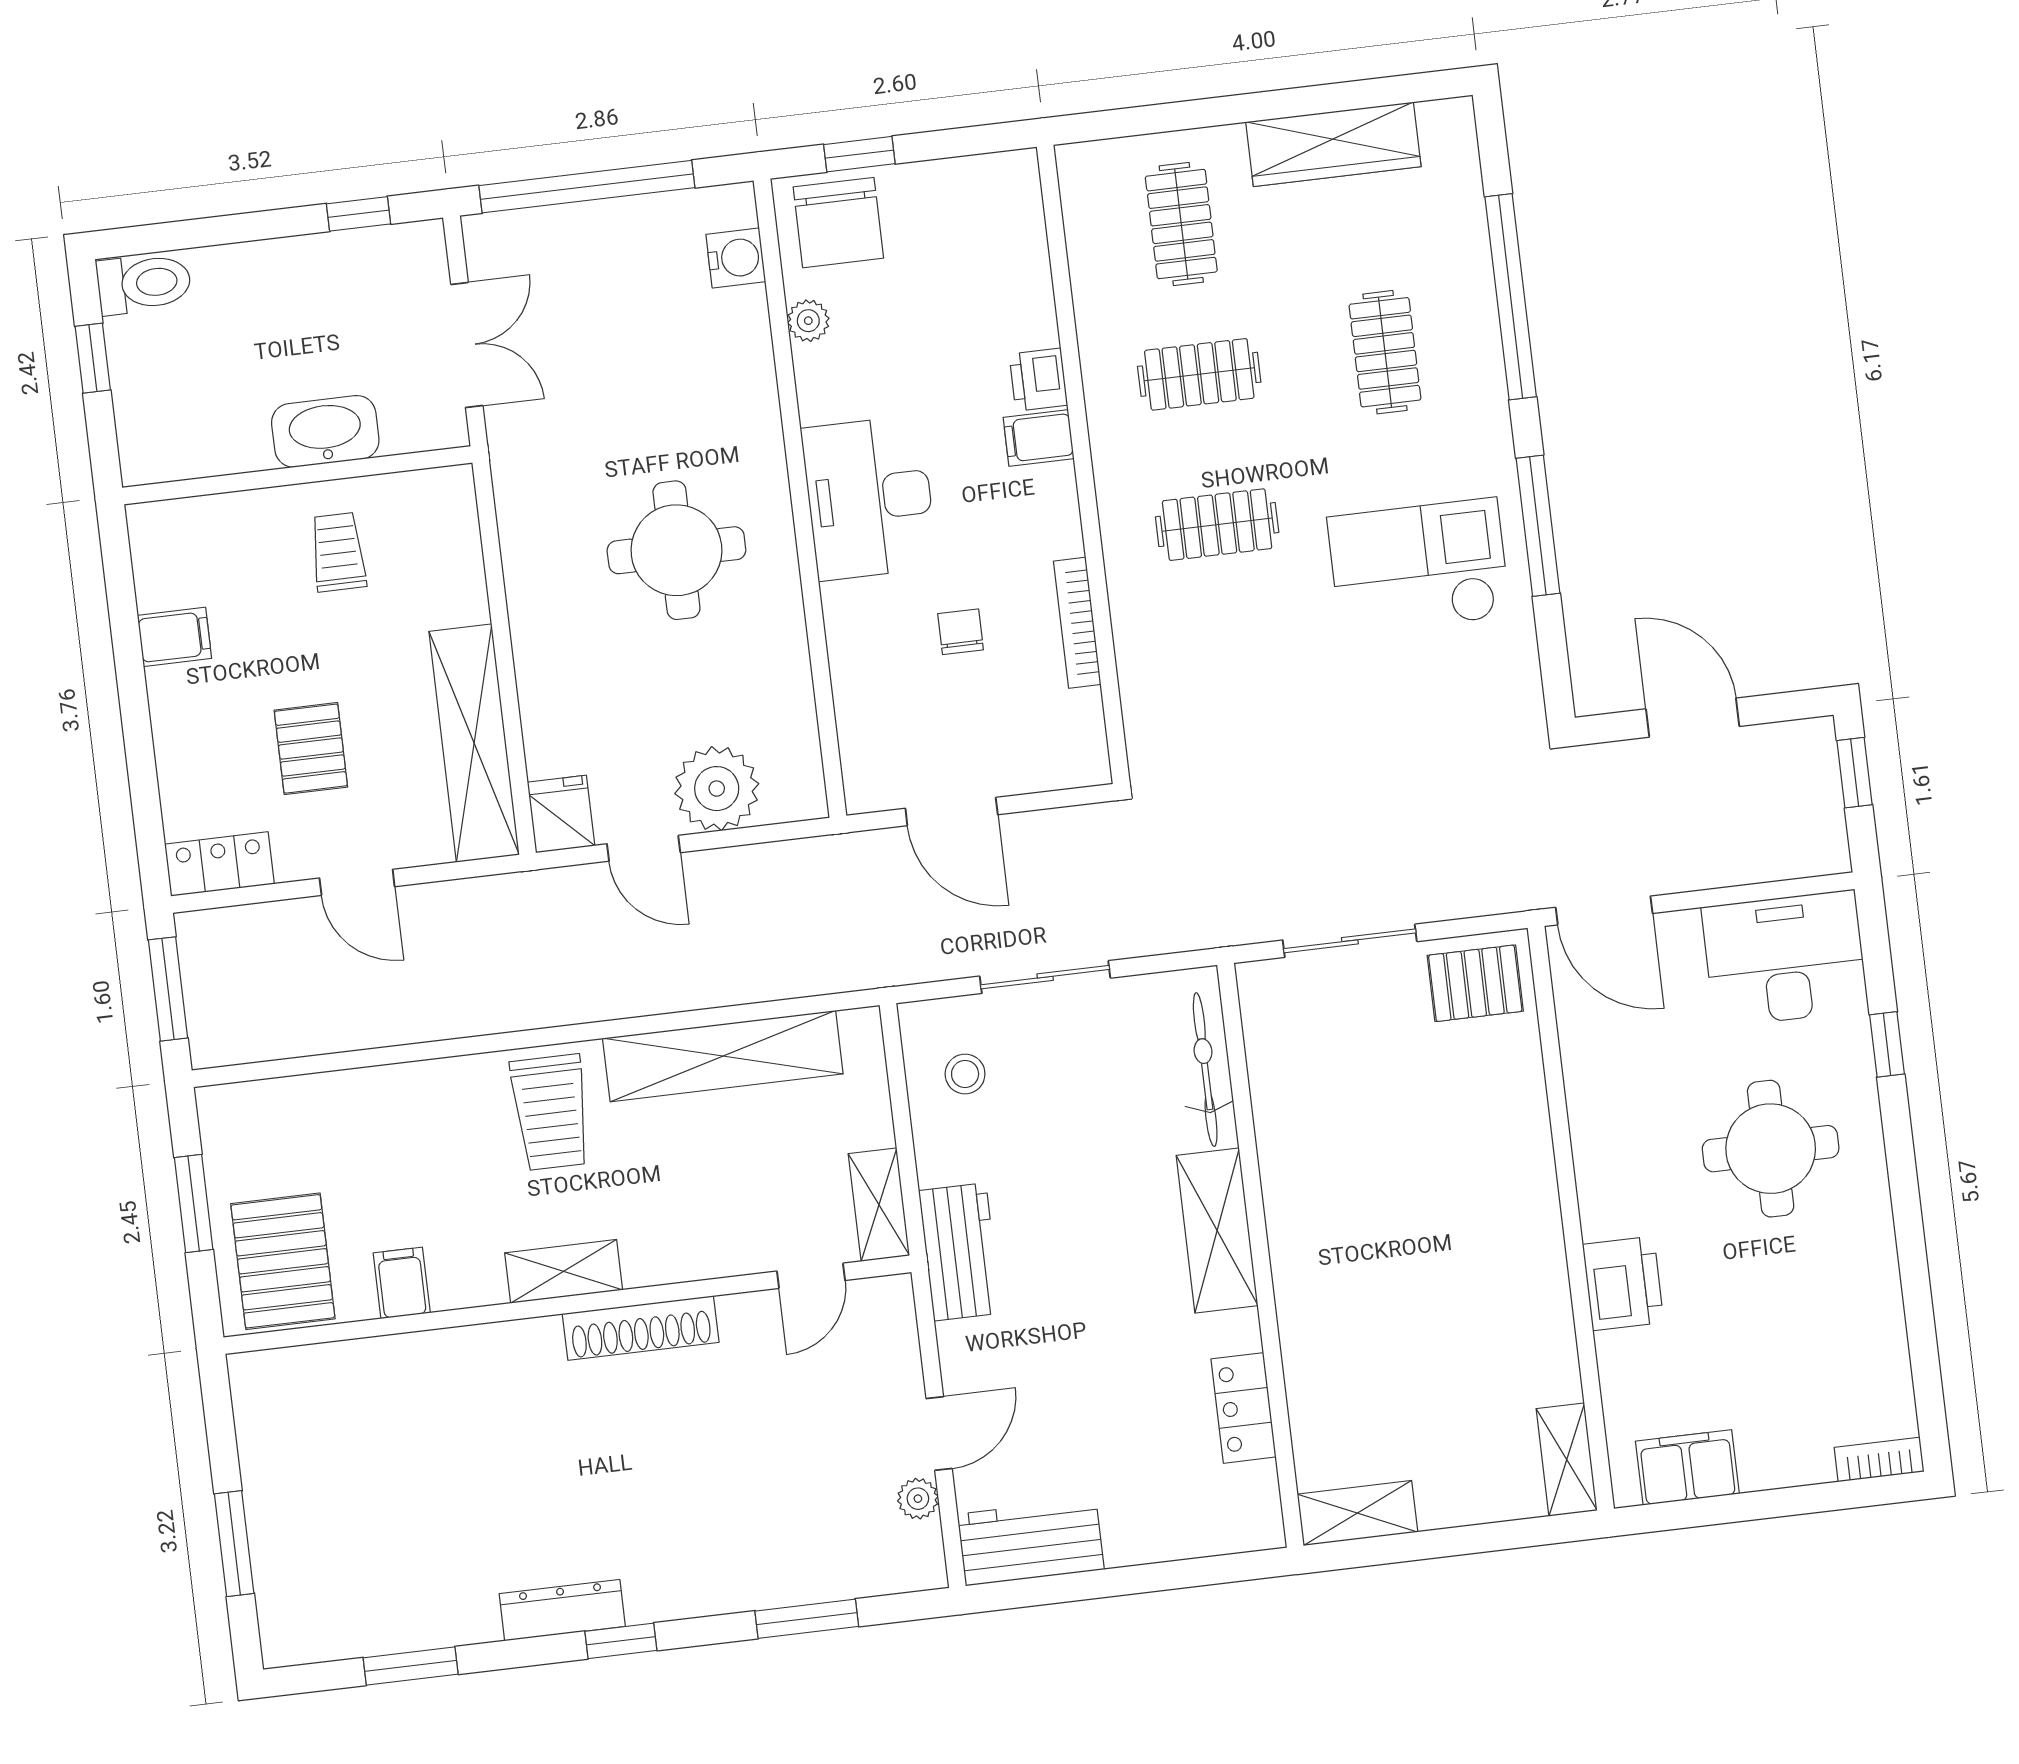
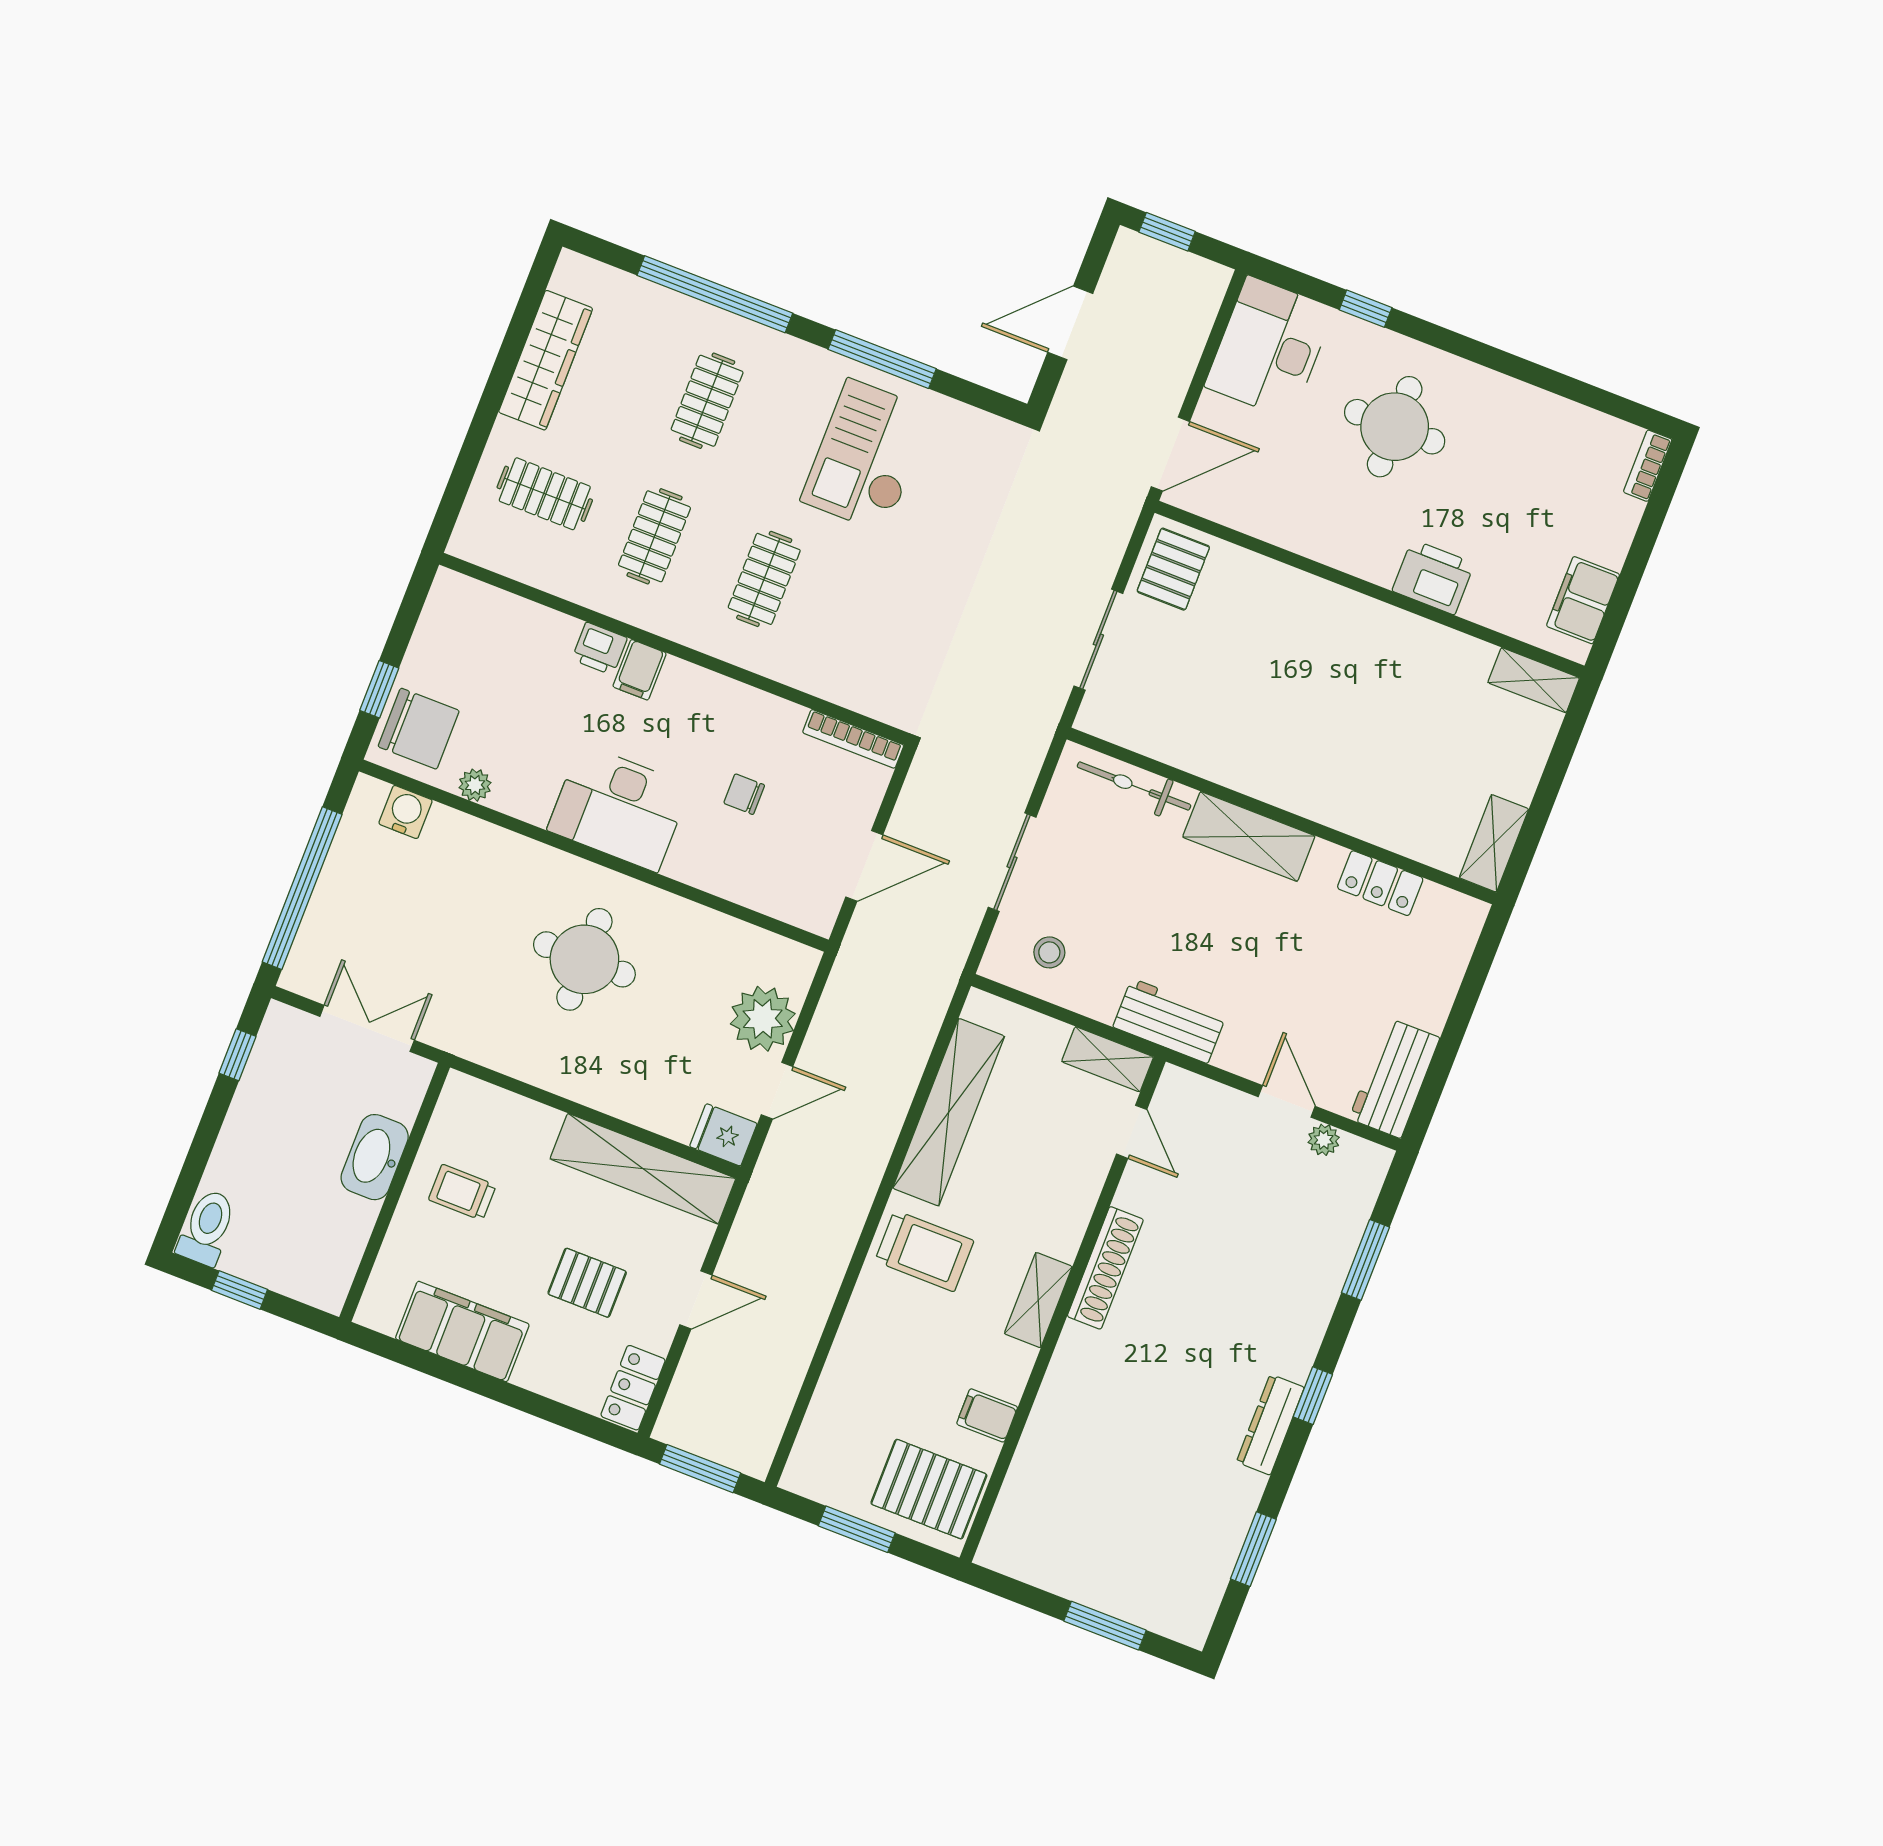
clothes rail: (1385, 352) -> (707, 401), turned 90
bookcase: (1077, 623) -> (853, 739), moved
filing cabinet: (174, 637) -> (462, 1331), width x3.00, depth x1.17

